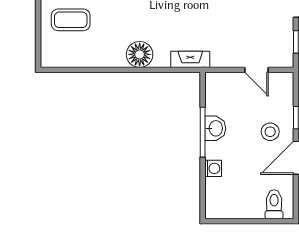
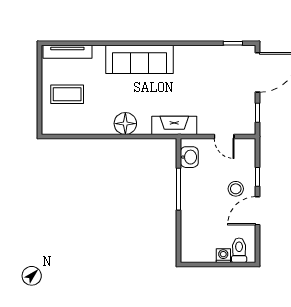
fireplace: (190, 59) -> (174, 125), width x1.37, depth x1.32
washbasin: (215, 128) -> (189, 157), moved
washing machine: (213, 168) -> (223, 256), moved, turned -90

